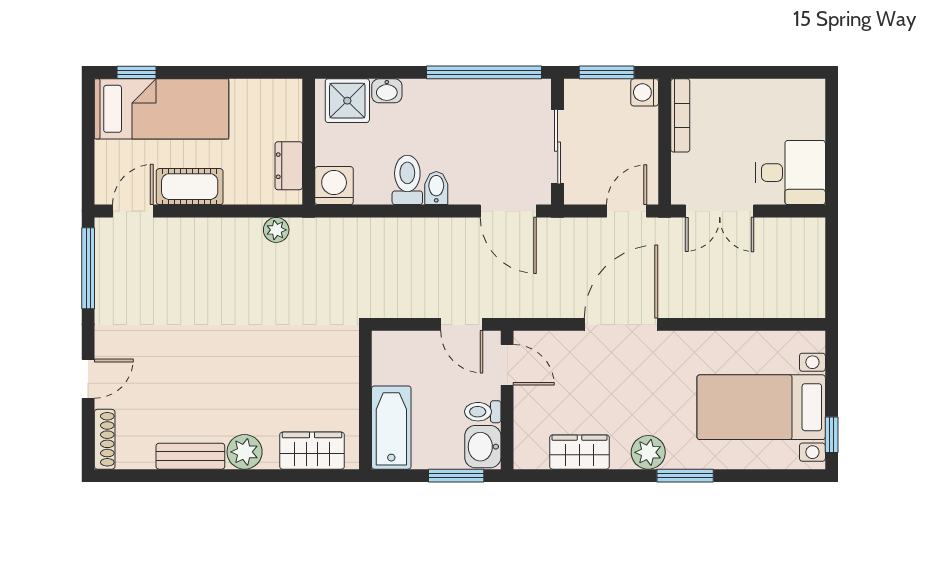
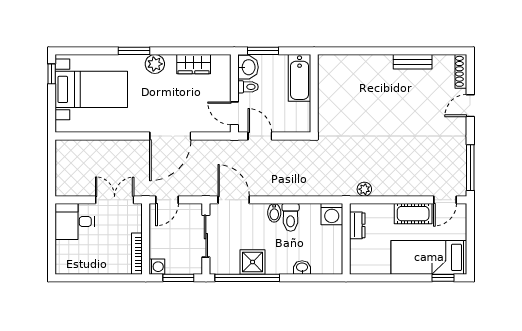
shower: (347, 101) -> (253, 262), moved
wardrobe: (312, 451) -> (344, 65), removed
plant: (245, 452) -> (382, 64), removed

